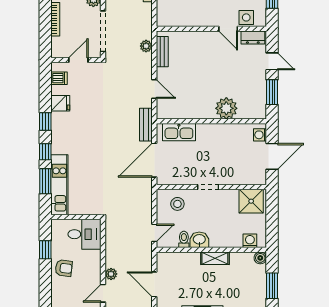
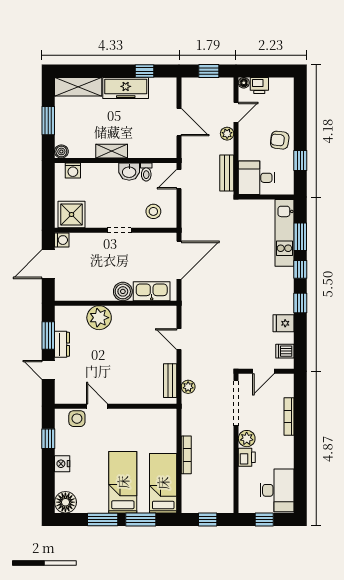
dresser: (253, 37) -> (62, 344), moved, turned 90
bench: (146, 125) -> (227, 173), moved
boiler: (205, 132) -> (123, 291), added
washing machine: (260, 135) -> (62, 240), moved

